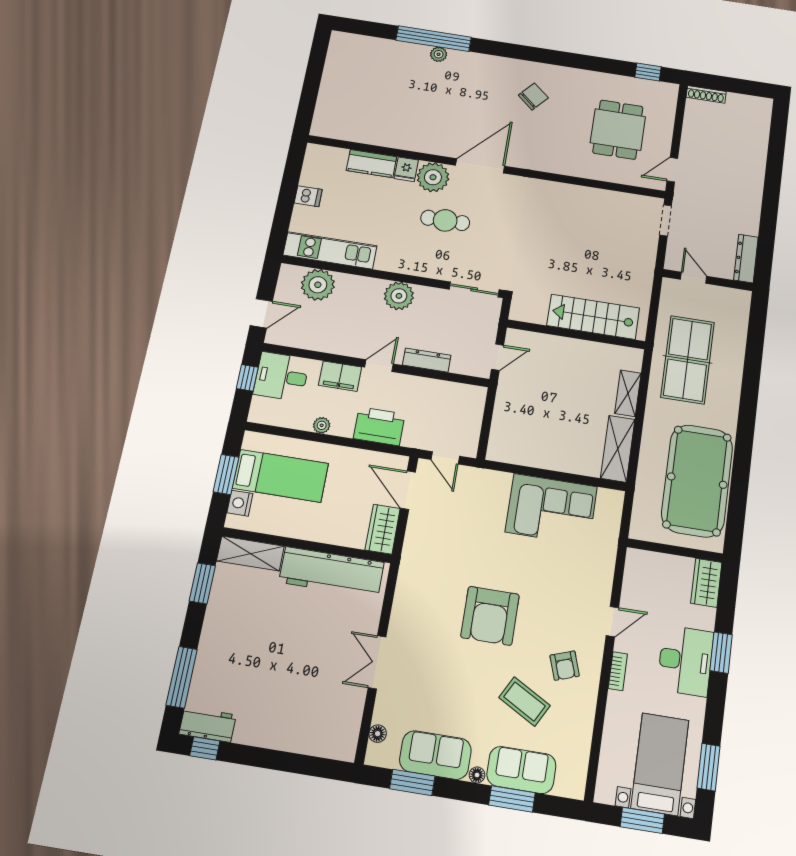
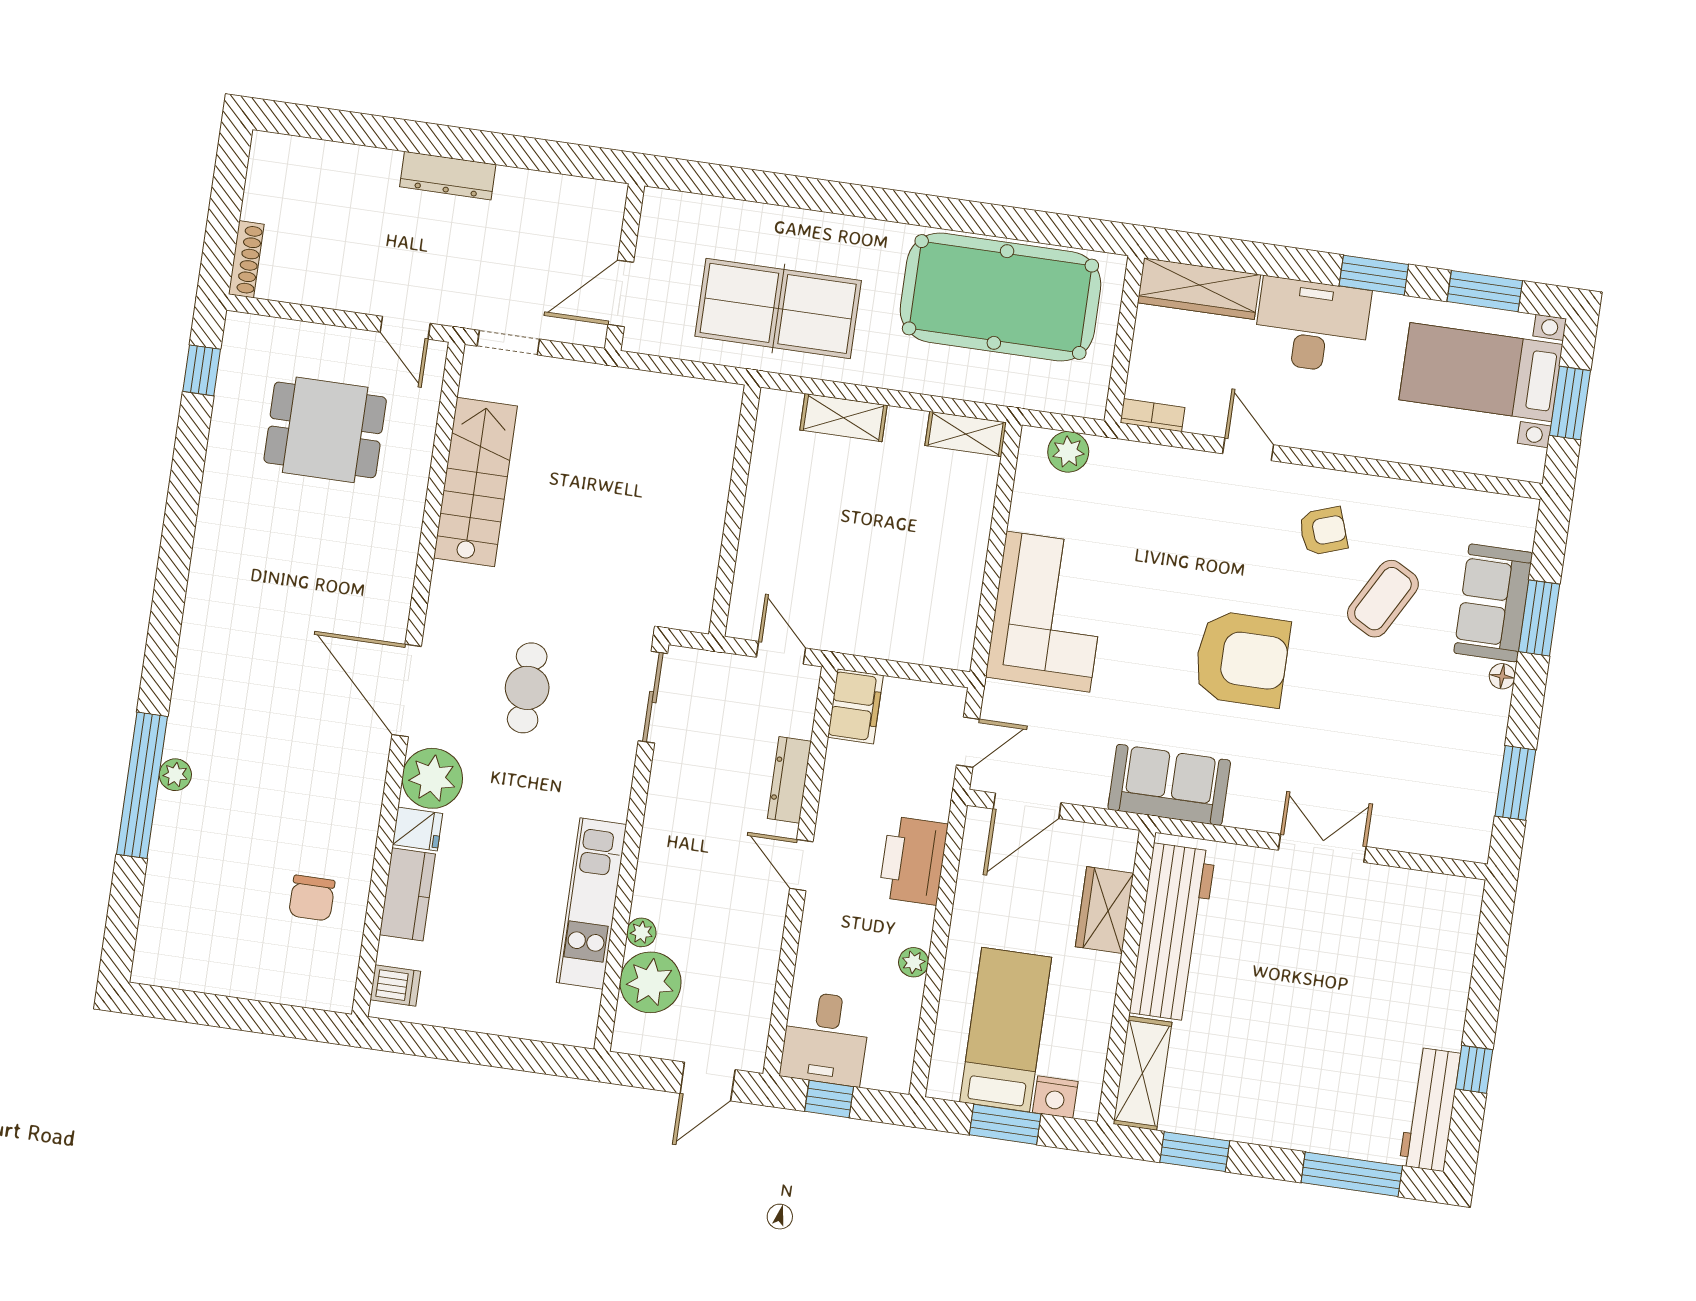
chair: (533, 97) -> (312, 898), moved, turned -131
dishwasher: (308, 196) -> (395, 986), moved, turned 90
cafe table: (445, 220) -> (527, 688), moved
kitchen unit: (330, 250) -> (592, 904), moved
dresser: (746, 259) -> (448, 176), moved
door: (694, 278) -> (621, 293), width x1.38
plant: (399, 296) -> (641, 932), moved, width x0.53, depth x0.53
door: (261, 313) -> (708, 1081), swing flipped
stairs: (593, 317) -> (476, 482), moved, turned 180
filing cabinet: (340, 376) -> (855, 706), moved
shelving: (618, 449) -> (966, 434), width x0.67, depth x0.75
corner sofa: (551, 509) -> (1048, 612), moved
plant: (610, 517) -> (1068, 452), added
wardrobe: (383, 529) -> (1104, 910), moved, turned 90
wardrobe: (706, 583) -> (1199, 289), width x1.50
window: (721, 653) -> (1374, 275), moved
double door: (377, 662) -> (1322, 848), swing flipped
bookcase: (618, 671) -> (1152, 415), moved
workbench: (208, 724) -> (1430, 1109), width x1.38
floor lamp: (378, 734) -> (1438, 843), removed
window: (205, 748) -> (1474, 1069), moved
sofa: (435, 755) -> (1169, 785), moved, turned 90

